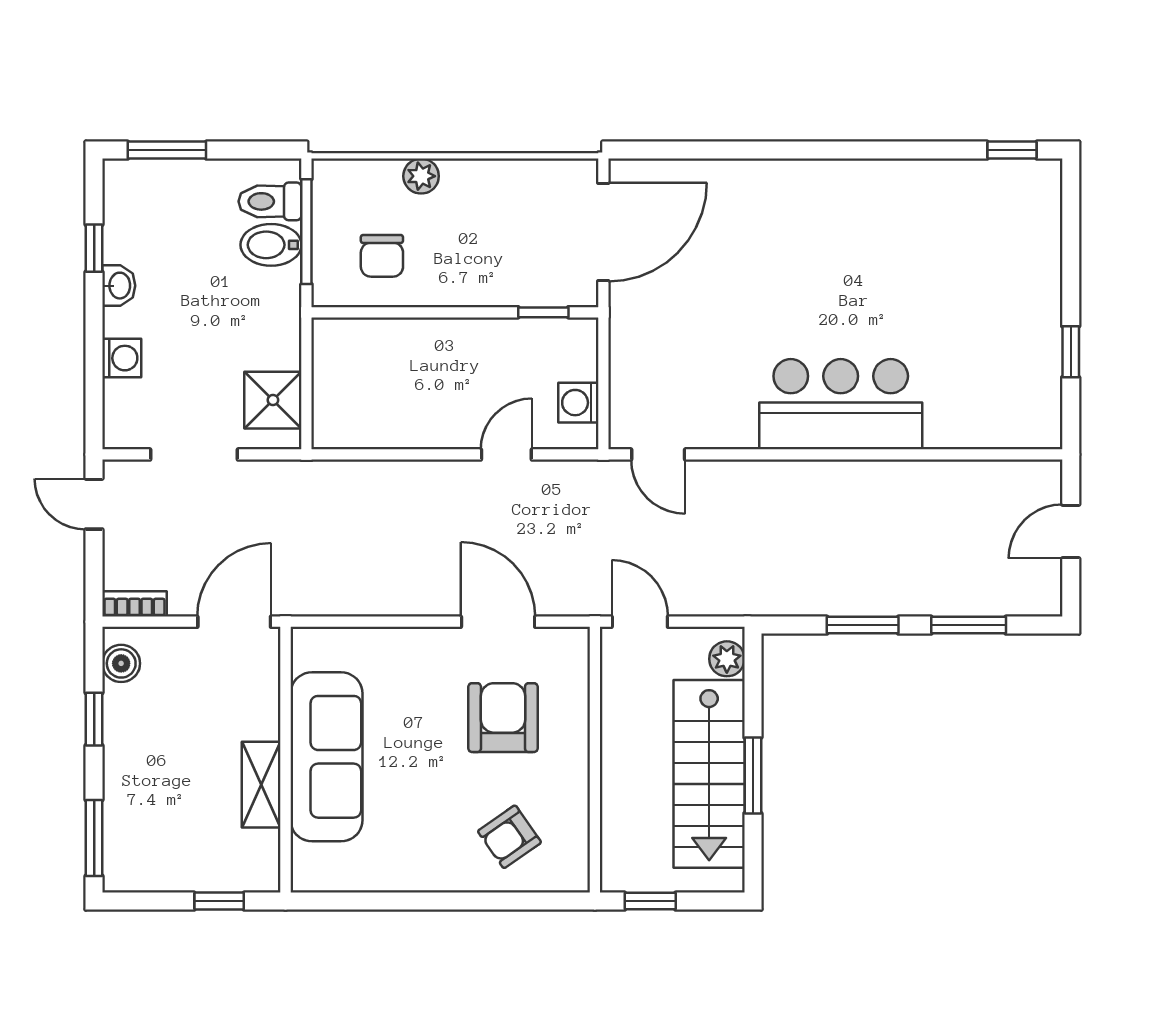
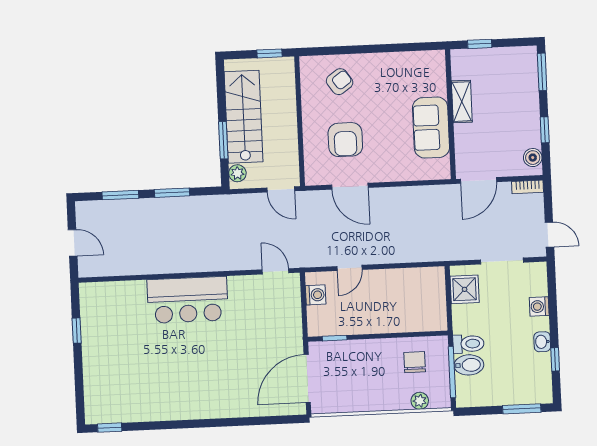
plant: (421, 176) -> (420, 401), moved
toilet: (270, 201) -> (468, 344), moved
door: (1071, 532) -> (73, 243), hinge flipped
sofa: (326, 757) -> (431, 128), width x0.73
window: (753, 775) -> (223, 140), moved

